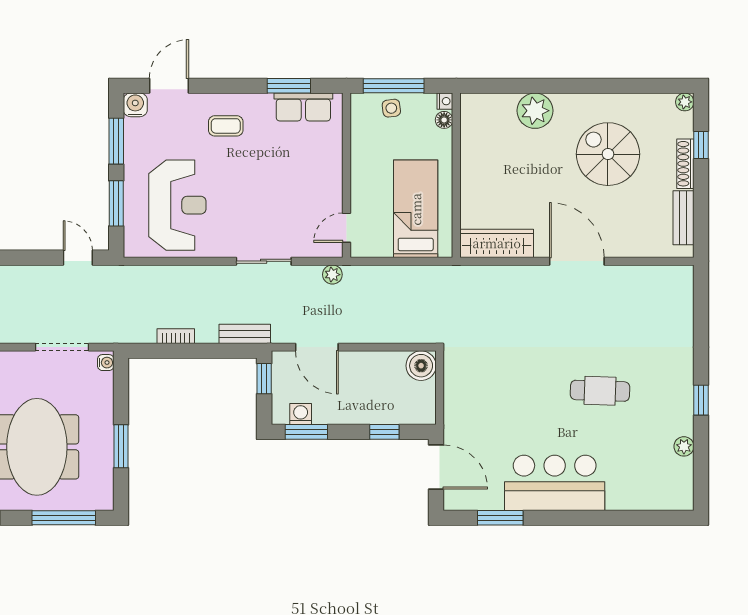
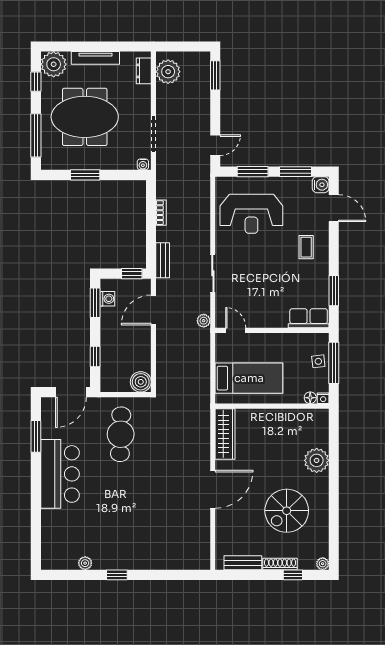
row of seats: (303, 107) -> (309, 318), moved, turned 90
spiral stairs: (608, 154) -> (287, 511), turned 180
cafe table: (600, 391) -> (121, 434), moved, width x1.37, depth x1.35

